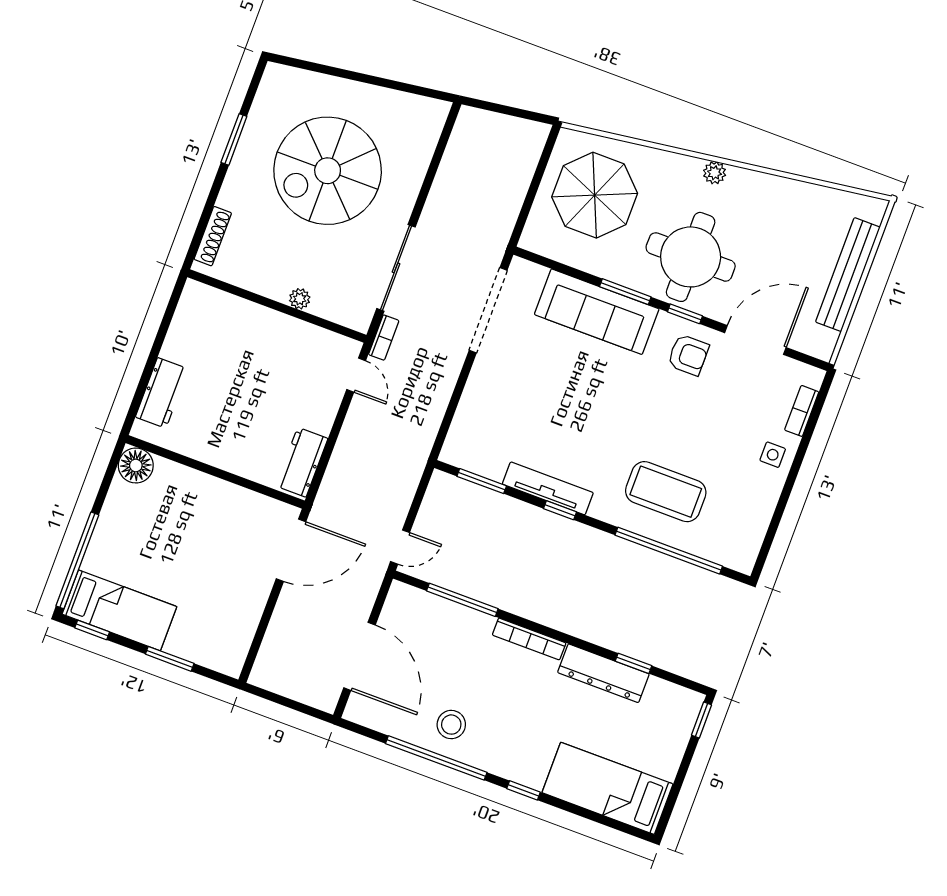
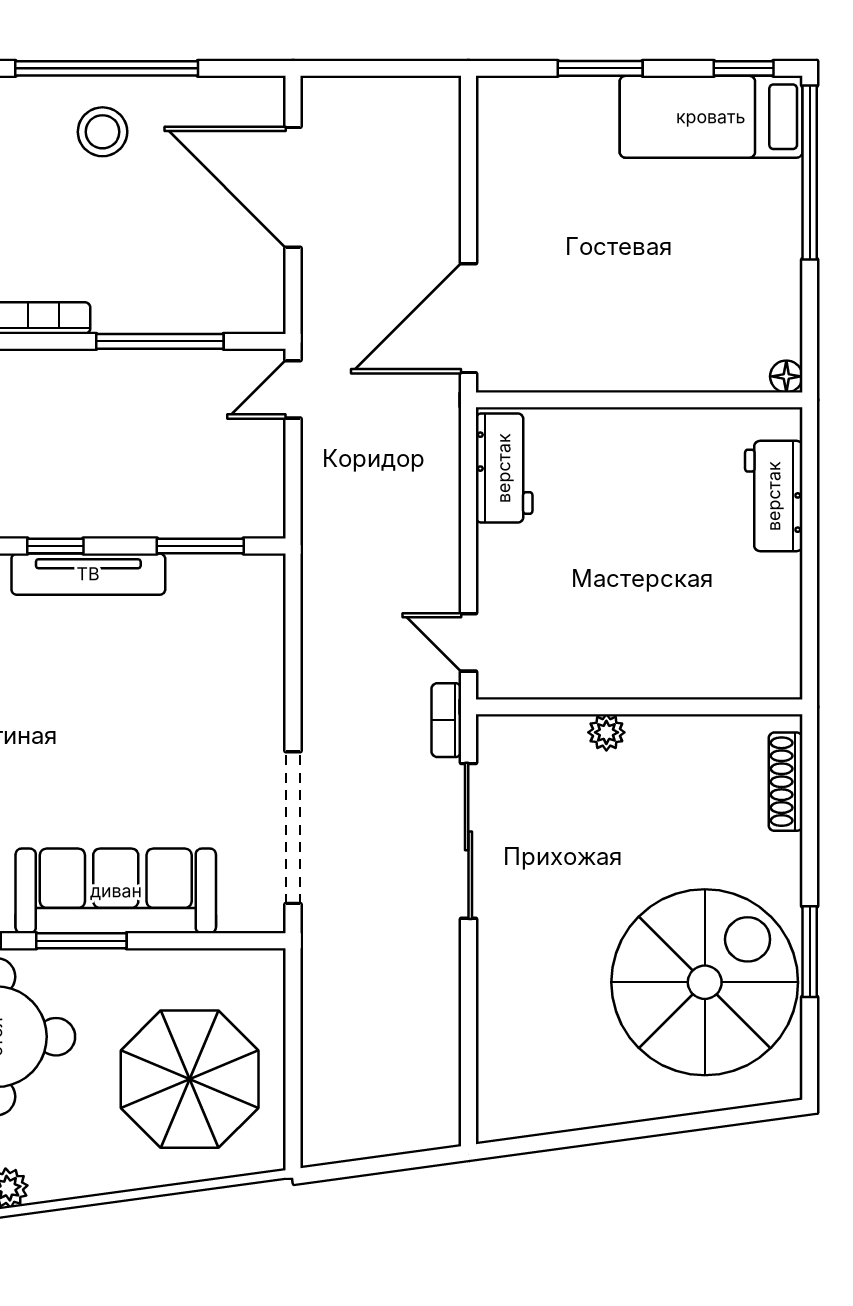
spiral stairs: (328, 171) -> (705, 982), moved
floor lamp: (136, 465) -> (786, 376), width x0.53, depth x0.53

